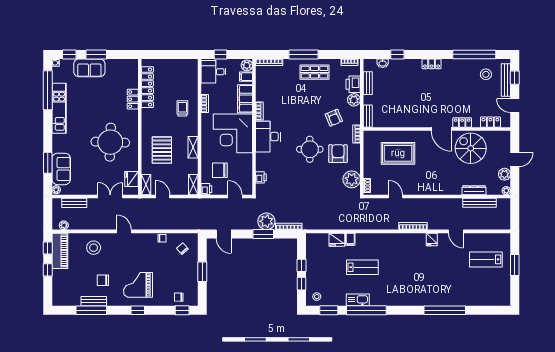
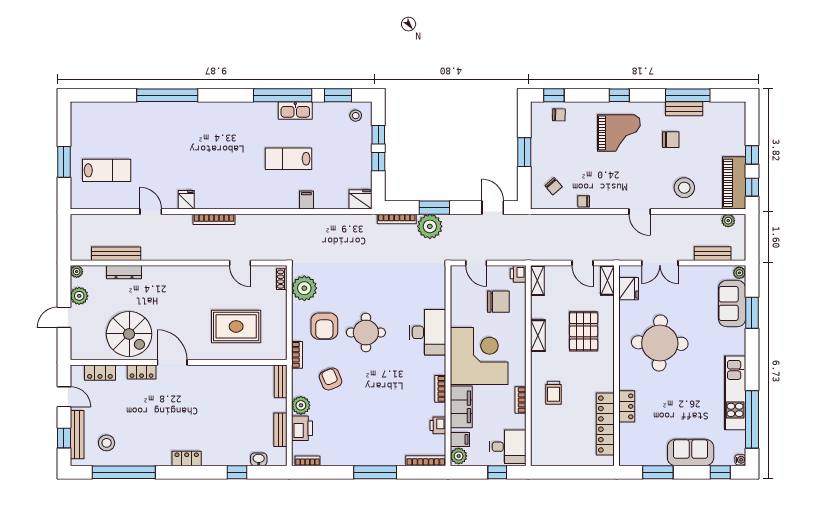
window: (96, 54) -> (658, 472), moved
shop shelf: (315, 72) -> (359, 446), removed
desk: (268, 137) -> (428, 332), moved
printer: (261, 177) -> (438, 425), moved
fridge: (337, 240) -> (360, 199), moved

